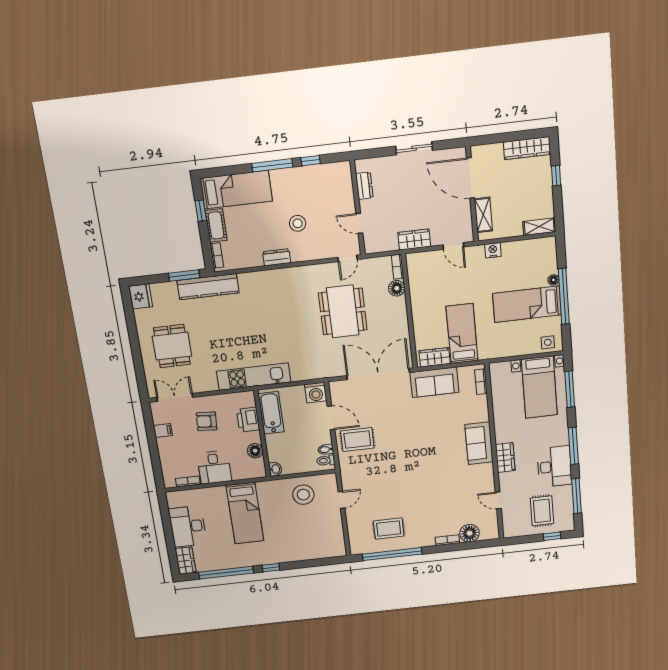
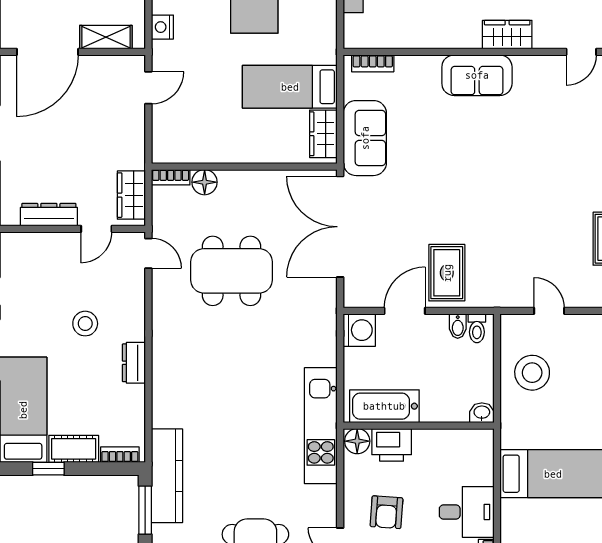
dresser: (364, 186) -> (49, 215), width x1.44
wardrobe: (414, 240) -> (131, 195), moved
floor lamp: (255, 451) -> (357, 441), moved

